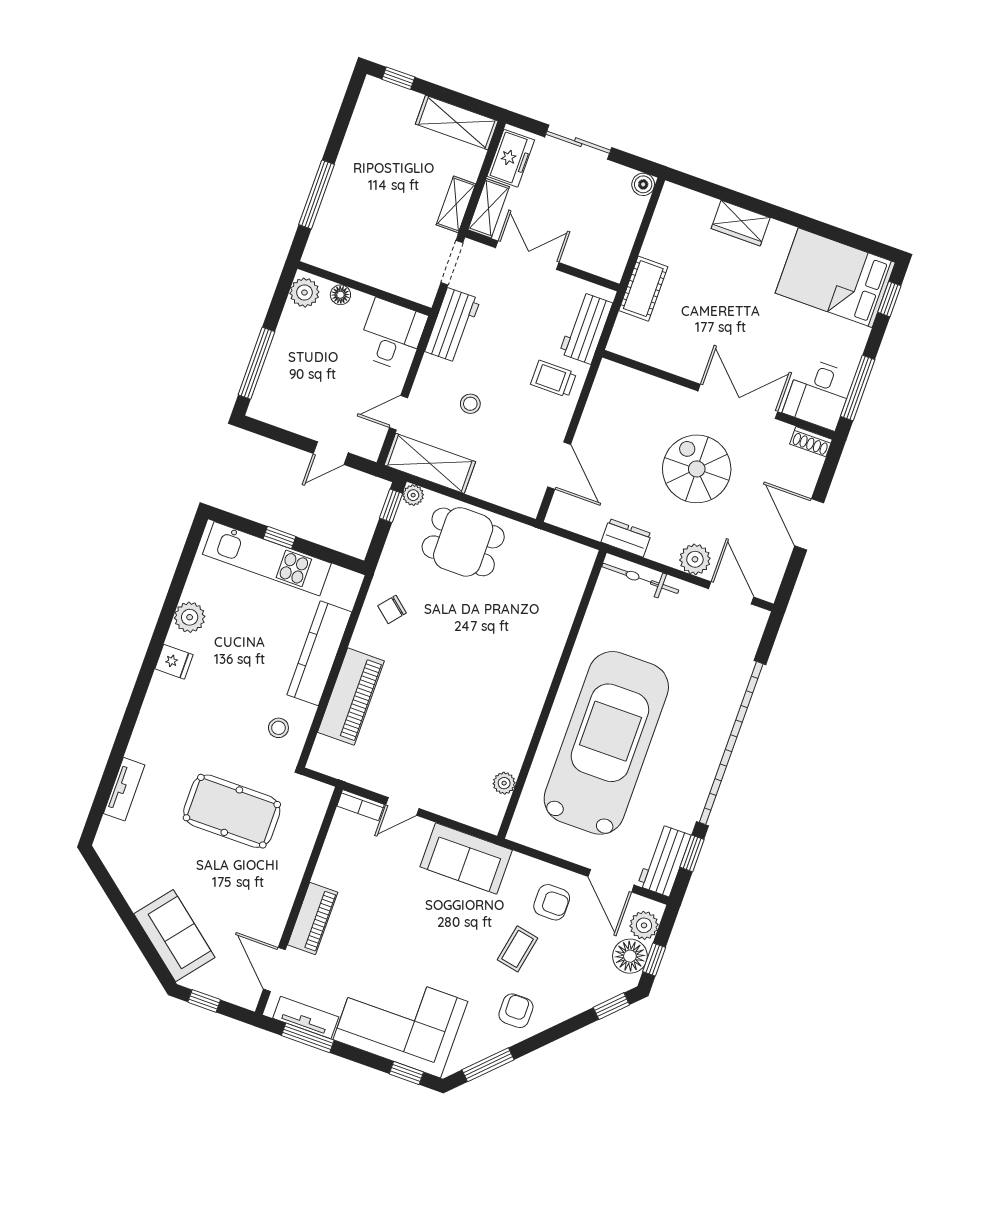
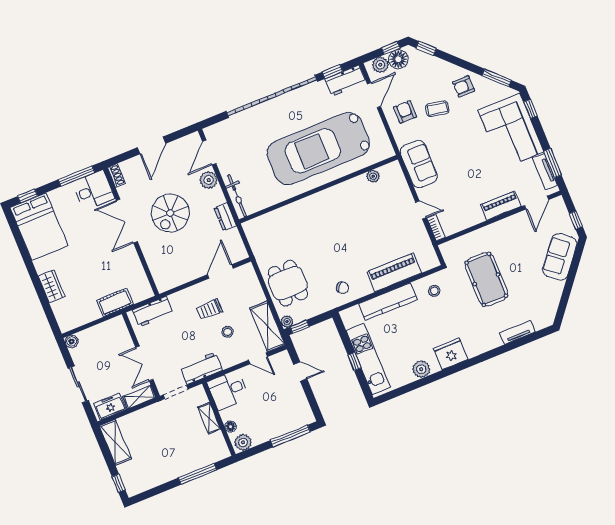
shelving: (456, 204) -> (209, 418), moved, turned 90
trolley: (553, 379) -> (209, 309), moved, turned 90
fridge: (174, 662) -> (451, 354), width x1.88, depth x1.34

